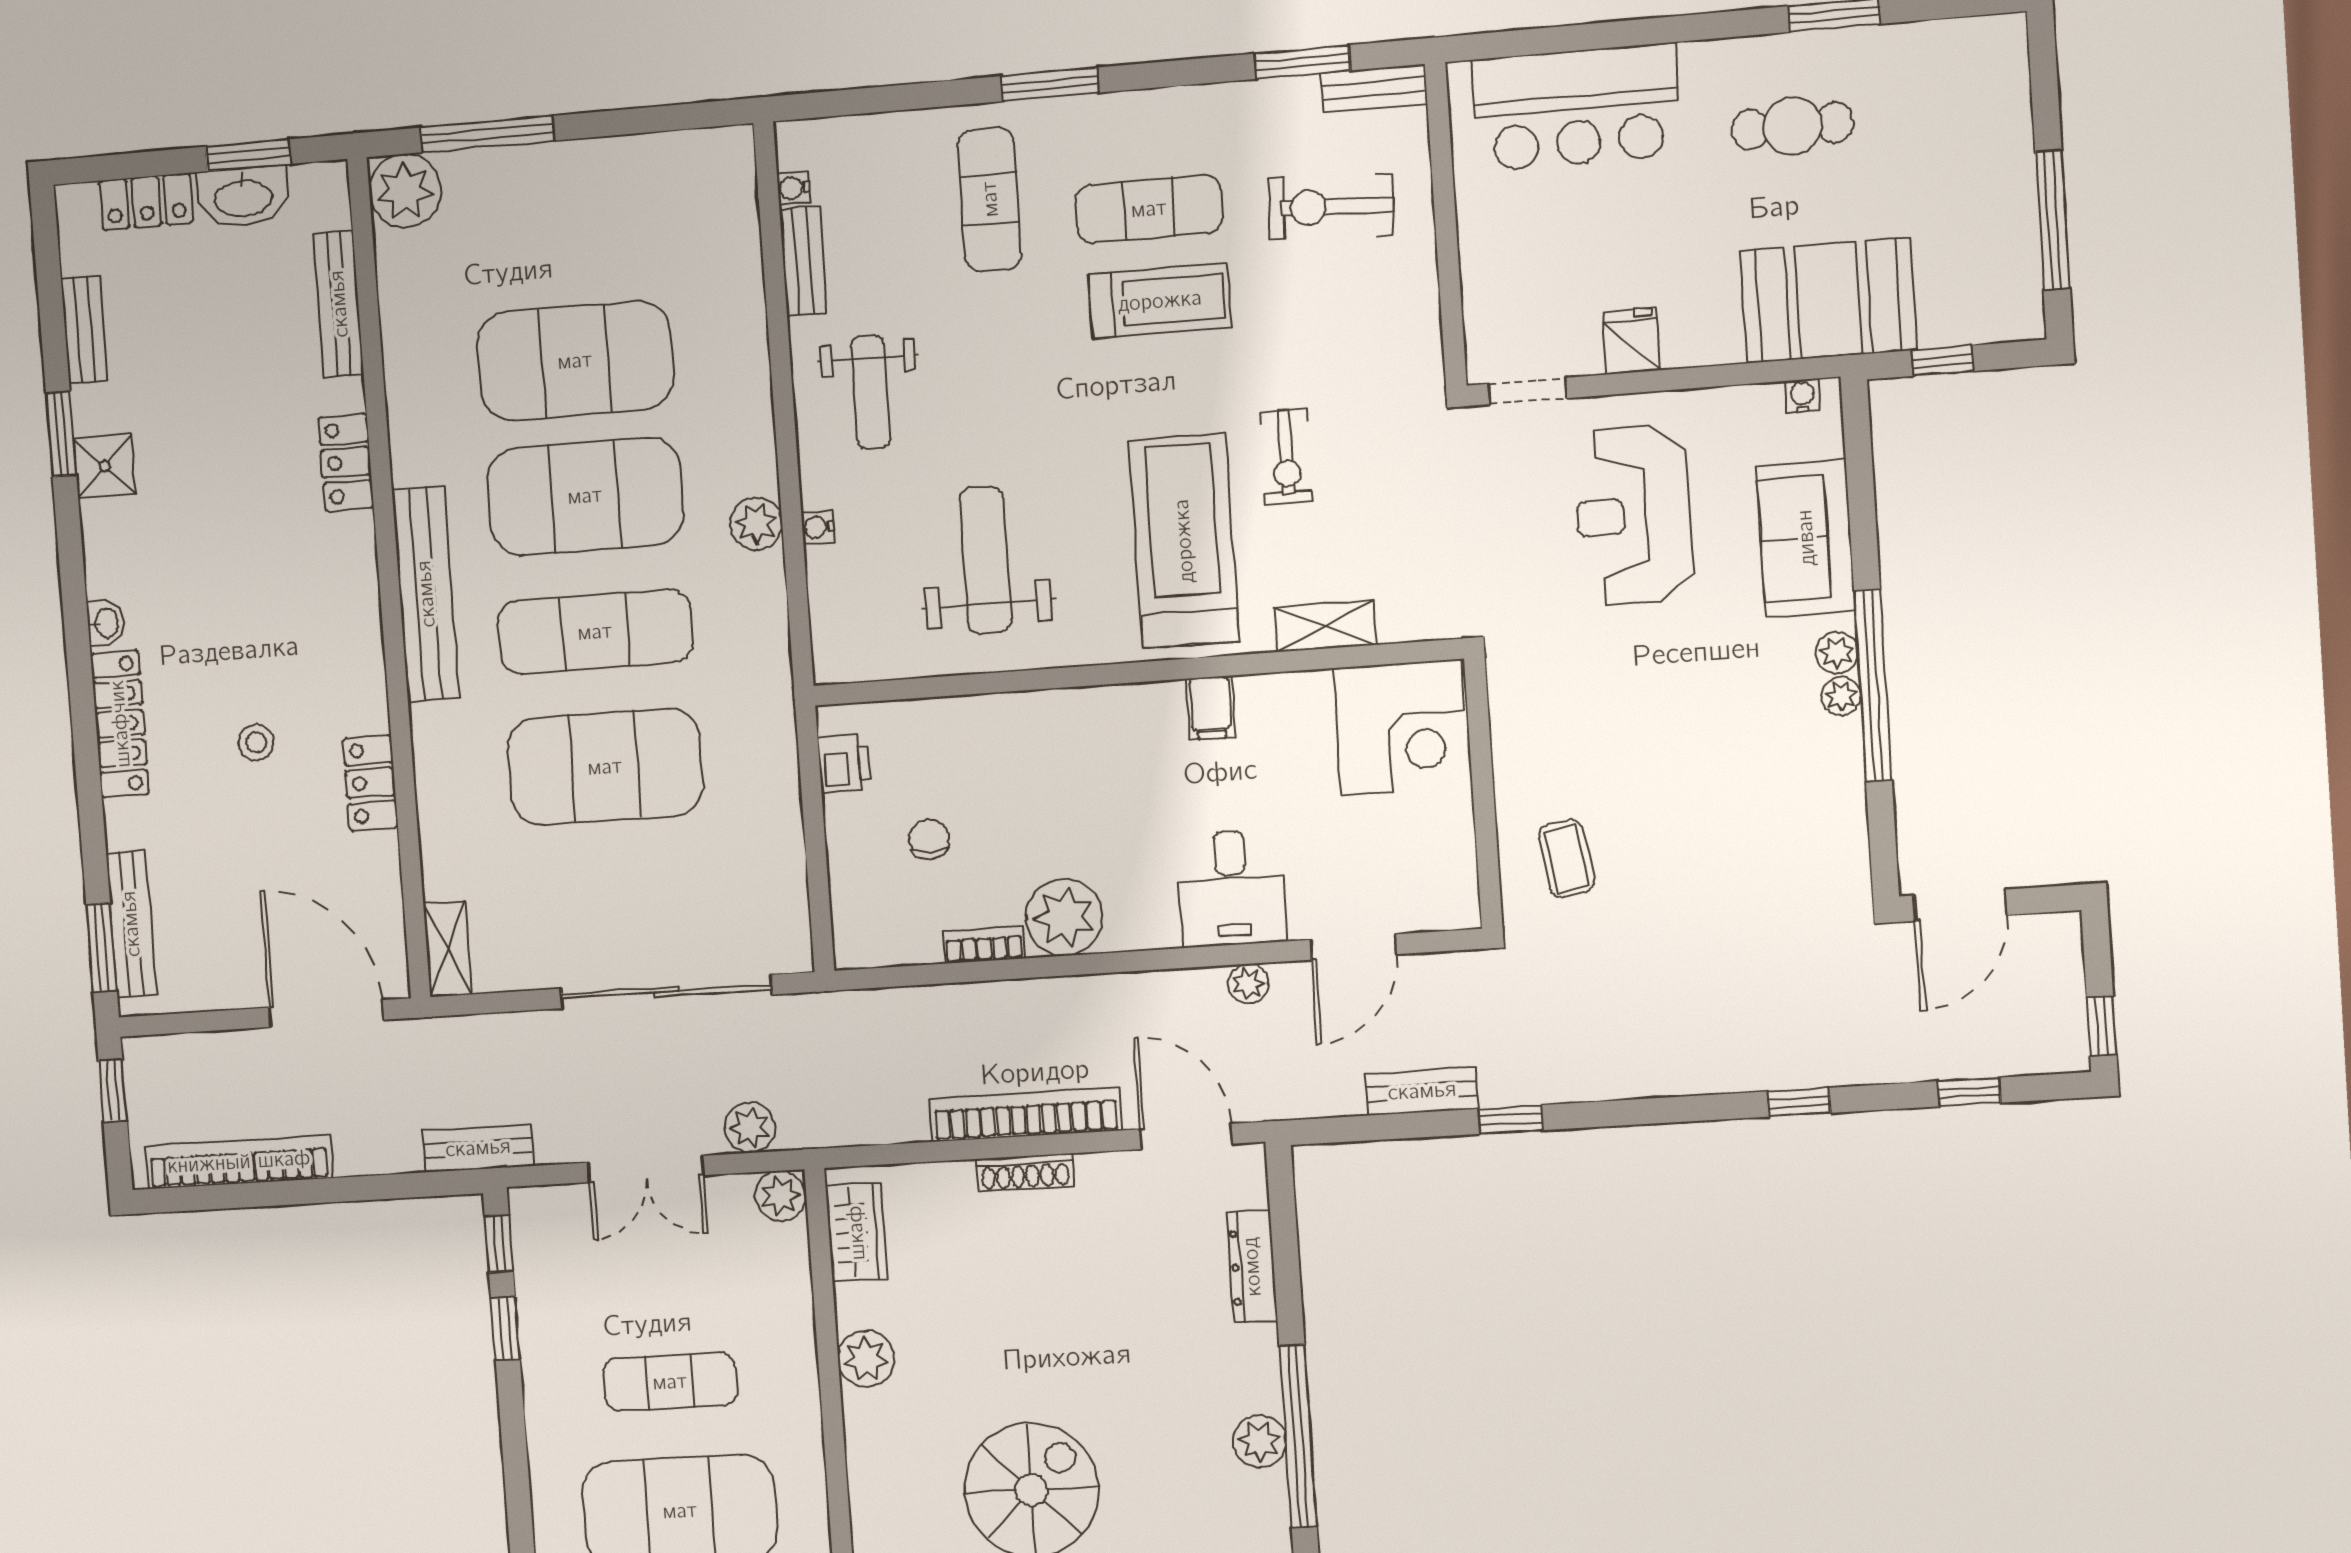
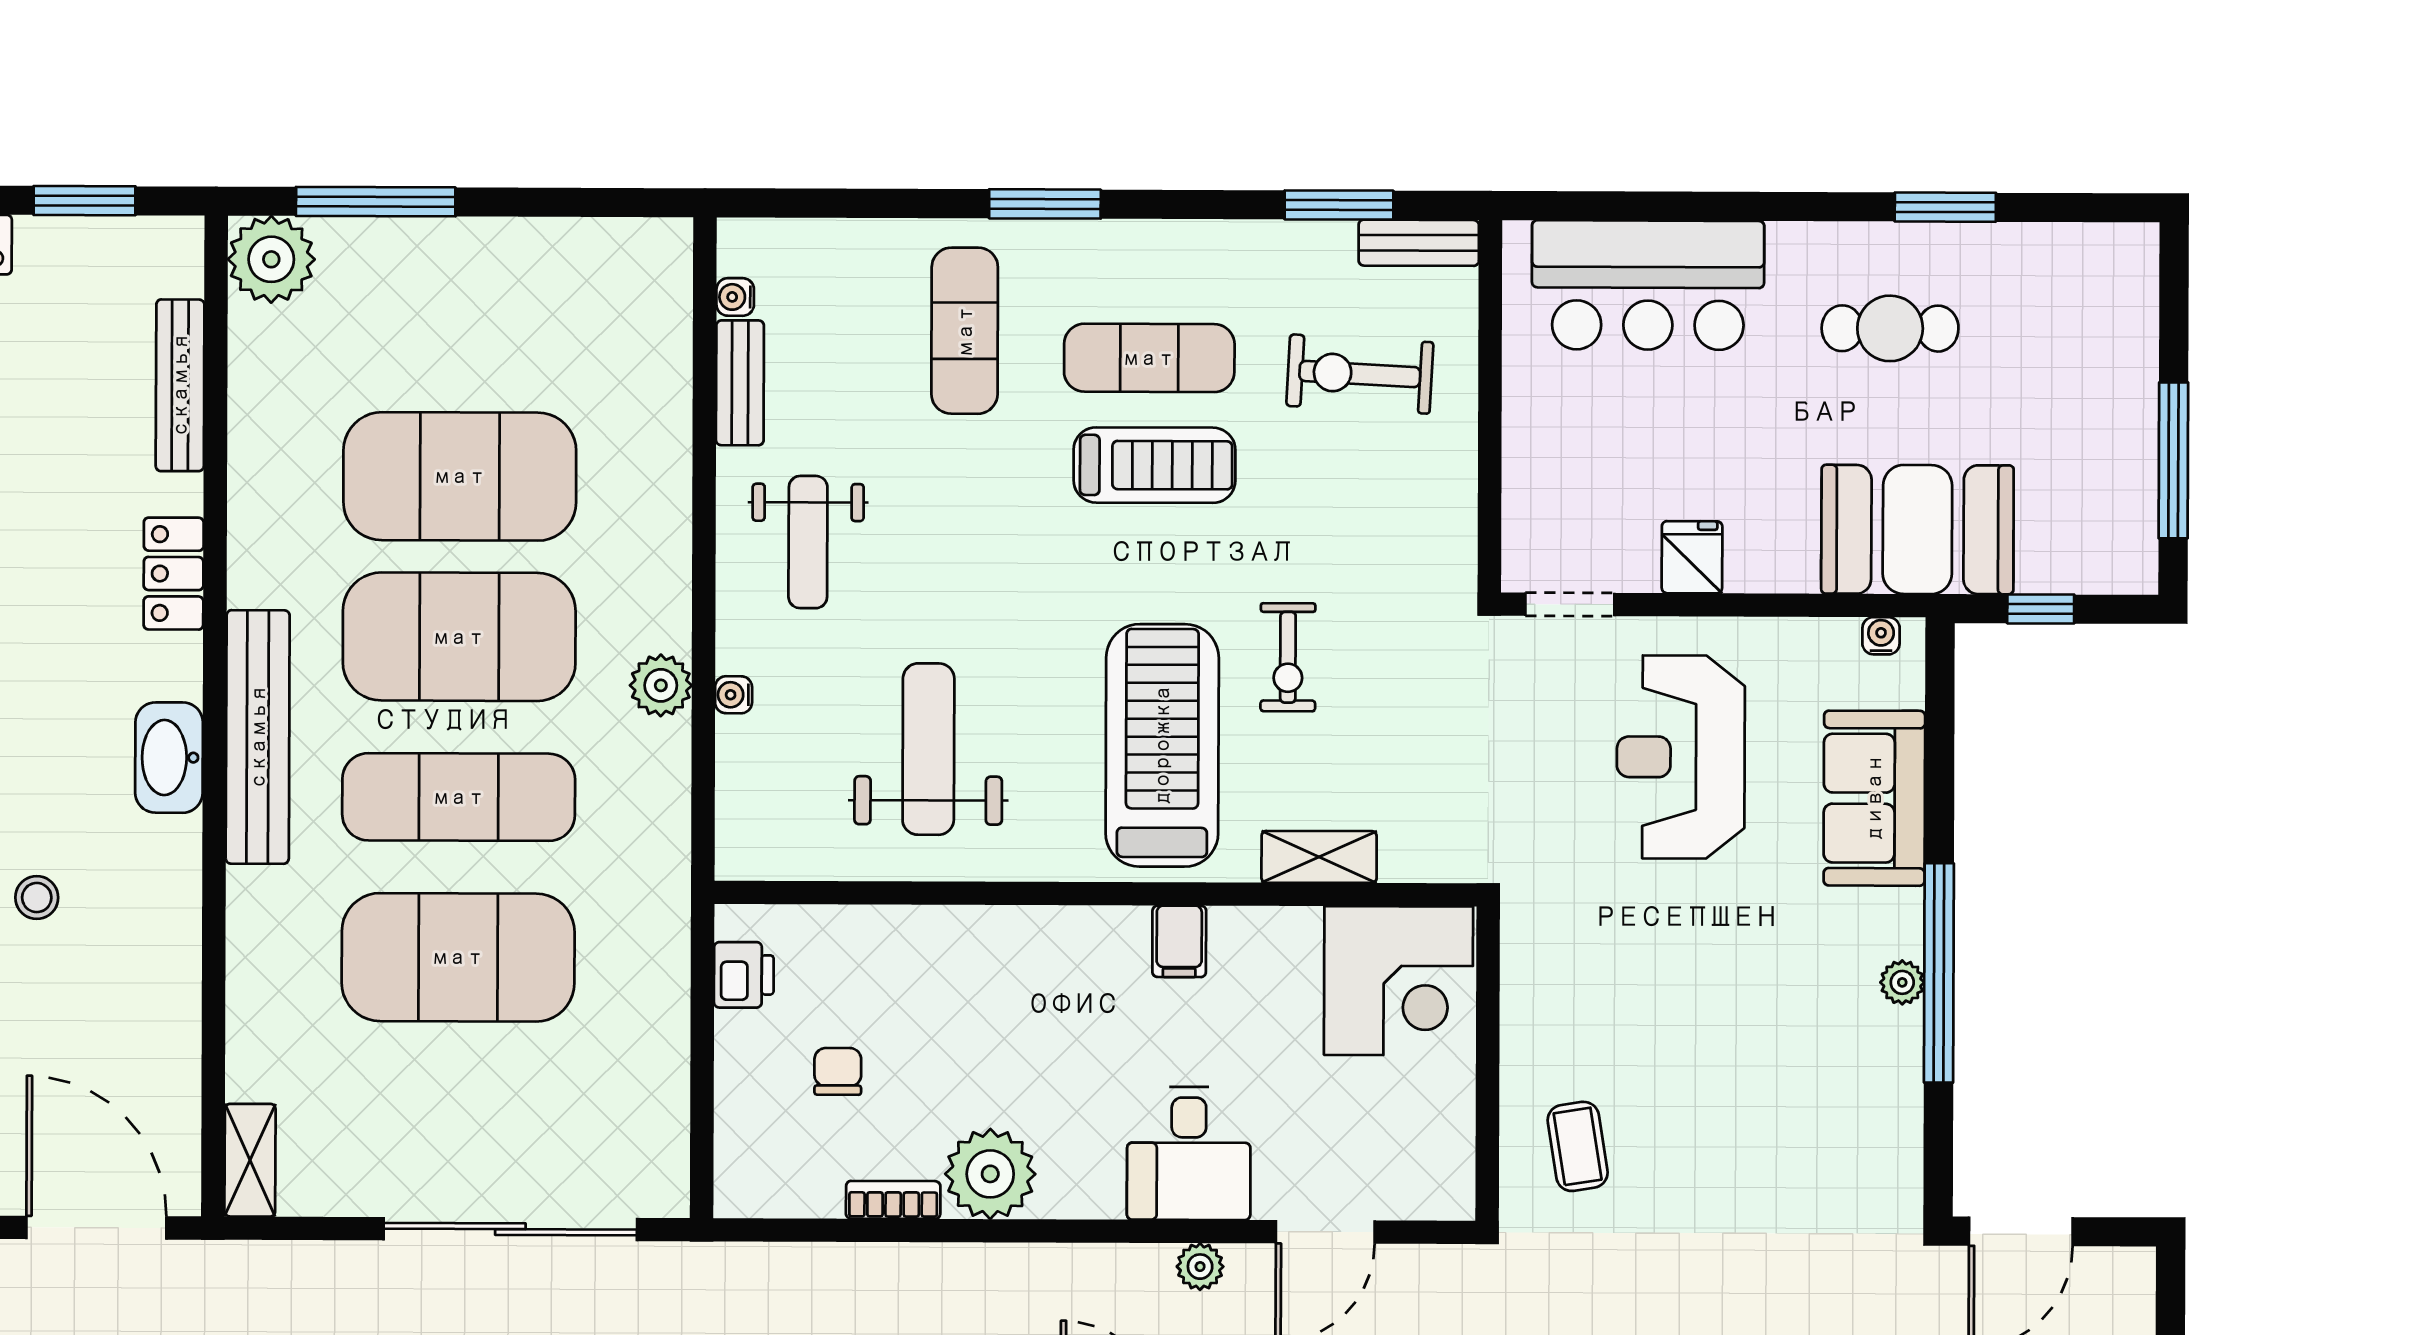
washbasin: (243, 197) -> (169, 758), moved, turned 90
plant: (1837, 653) -> (1901, 932), removed
locker: (370, 783) -> (172, 956), removed

